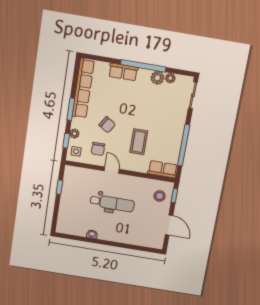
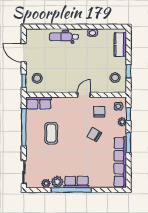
row of seats: (123, 72) -> (76, 182), moved
coffee table: (139, 142) -> (51, 133), moved
door: (112, 170) -> (84, 95), swing flipped
stool: (75, 183) -> (115, 78), added
dental chair: (112, 203) -> (64, 37), moved, width x0.73, depth x0.72
kitchen counter: (64, 217) -> (120, 44), added

